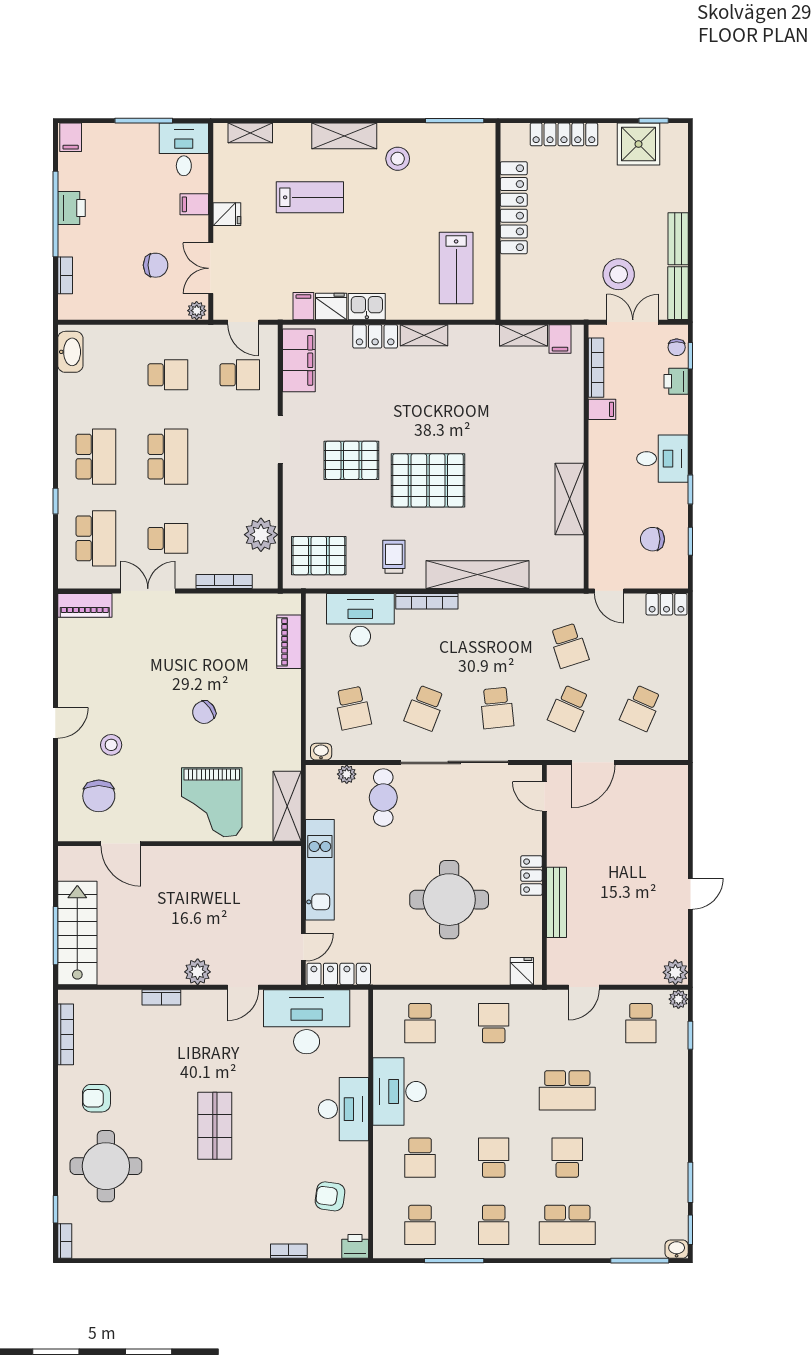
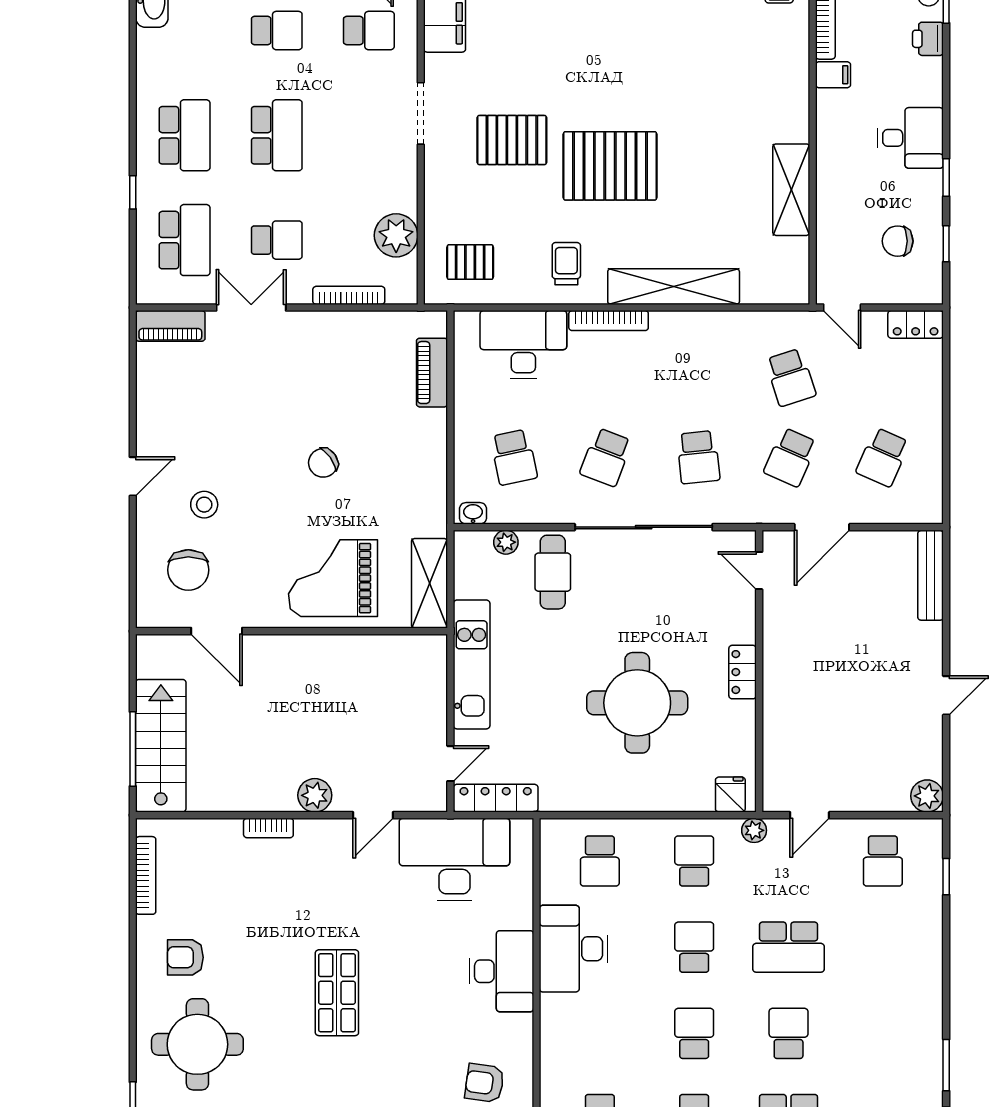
pallet: (319, 556) -> (470, 262), width x0.67, depth x0.71
grand piano: (212, 802) -> (333, 578), turned 90
bench: (557, 902) -> (931, 575), moved
plant: (678, 999) -> (754, 830), moved
school desk: (420, 1158) -> (694, 947), moved, turned 180

